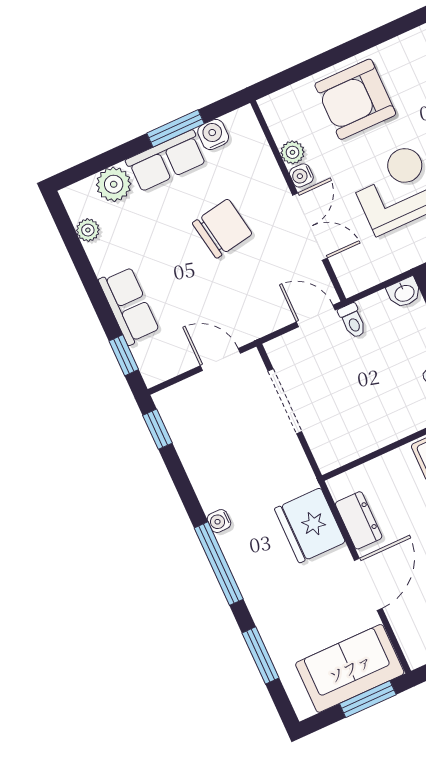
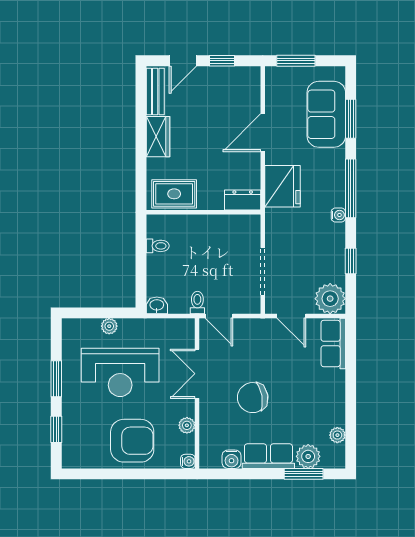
window: (176, 128) -> (304, 474), moved
water cooler: (301, 175) -> (188, 461), moved
row of seats: (129, 306) -> (333, 343), moved
window: (124, 355) -> (351, 346), removed
plant: (180, 406) -> (330, 299), added
window: (157, 429) -> (351, 261), moved
dresser: (359, 520) -> (243, 200), moved, turned 90
sofa: (350, 668) -> (326, 114), moved, turned 90

